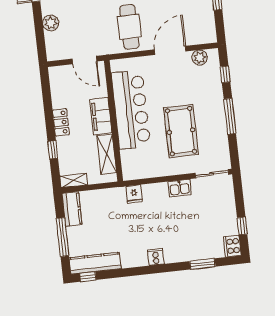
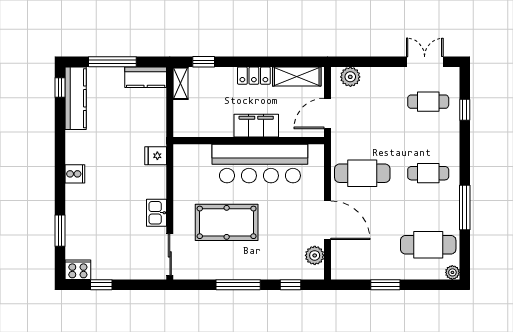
plant: (51, 23) -> (350, 77), moved
window: (53, 150) -> (204, 62), moved
shelving: (107, 154) -> (297, 77), moved

